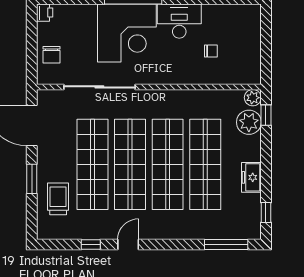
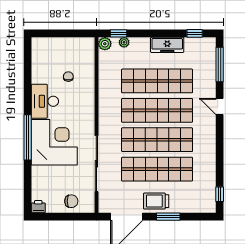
plant: (249, 122) -> (124, 42), width x0.53, depth x0.53
freezer: (251, 177) -> (167, 45), width x1.40
trolley: (58, 199) -> (156, 201), moved
window: (91, 244) -> (220, 194), moved
door: (128, 244) -> (220, 106), moved

